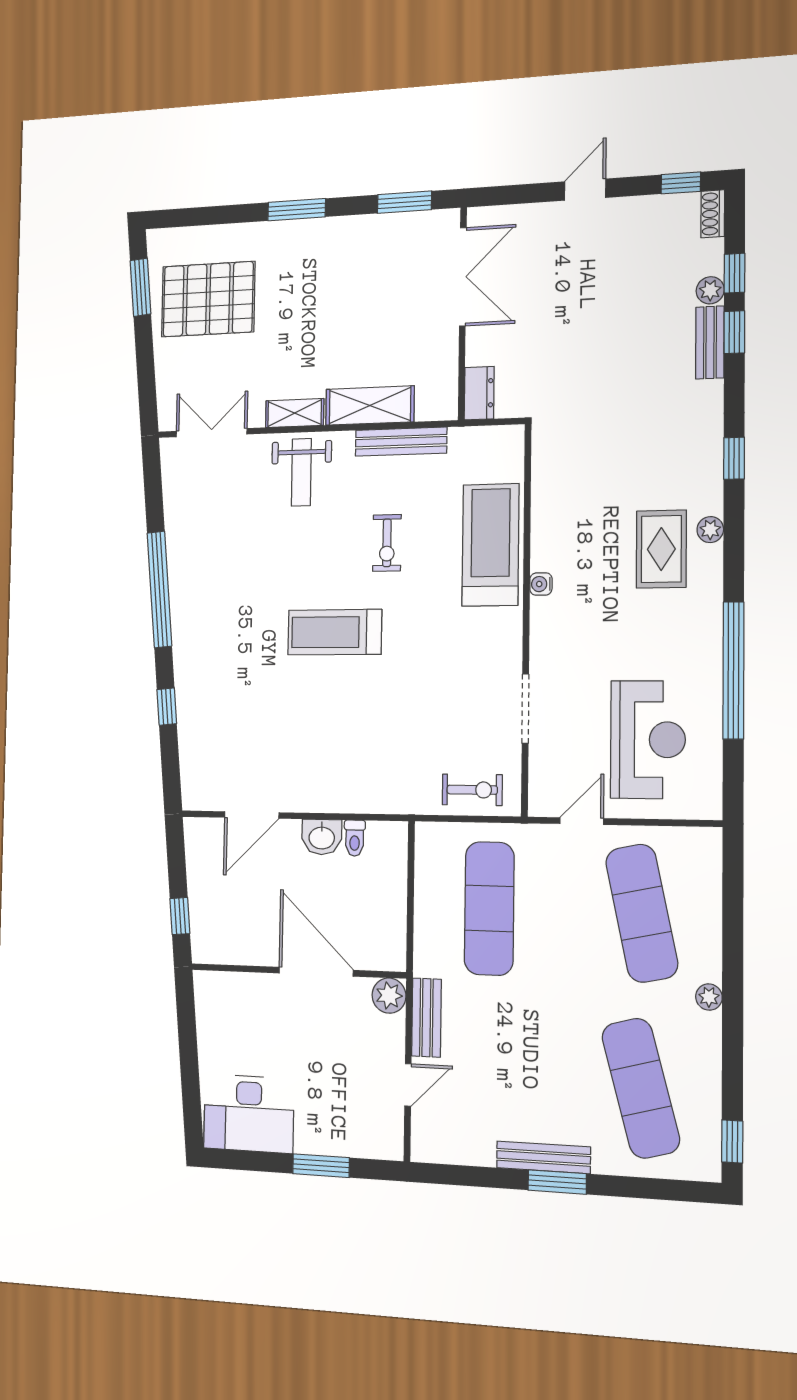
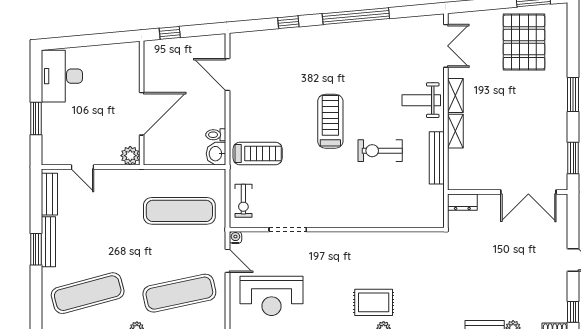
shelving: (370, 406) -> (455, 131), width x0.67, depth x0.75
exercise bike: (387, 543) -> (380, 151), width x1.38, depth x1.39
treadmill: (490, 545) -> (258, 154), moved, width x0.73, depth x0.73
water cooler: (541, 584) -> (235, 238), moved
washbasin: (322, 837) -> (216, 154), moved
bench: (426, 1018) -> (49, 194), moved, turned 90

